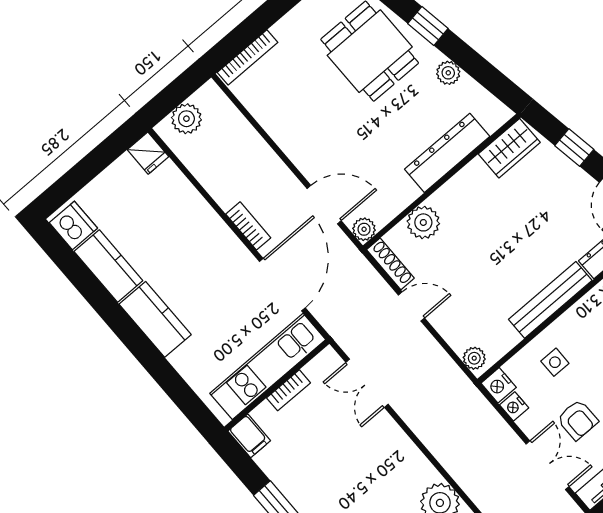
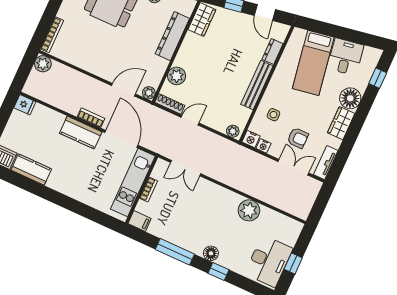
plant: (186, 119) -> (43, 64), moved
kitchen counter: (155, 319) -> (81, 133), moved, turned 180

